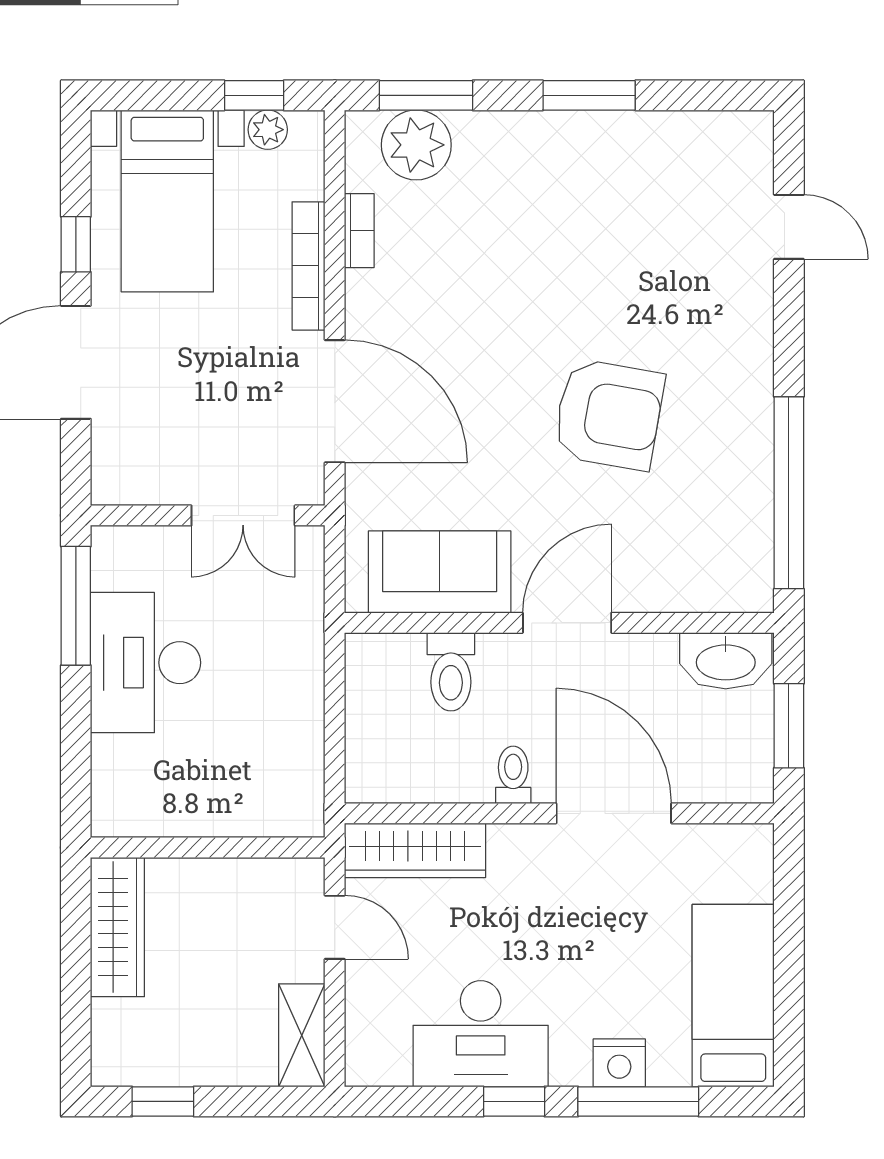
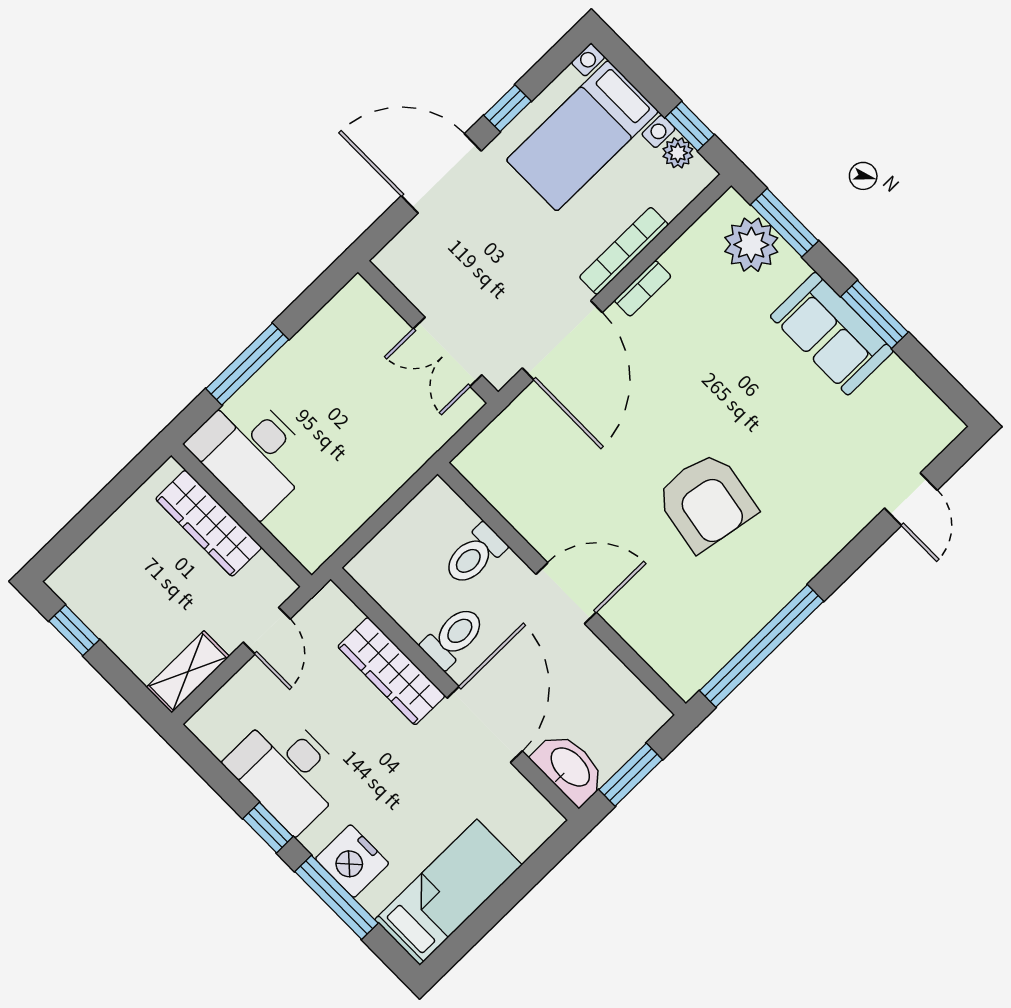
bookcase: (359, 231) -> (643, 288), moved
sofa: (440, 572) -> (832, 334), moved, turned 180
window: (76, 606) -> (247, 364), moved
washbasin: (726, 661) -> (569, 768), moved, turned 180
desk: (146, 663) -> (252, 453), moved, turned -90
toilet: (513, 775) -> (454, 637), width x1.37, depth x1.39
wardrobe: (415, 850) -> (391, 671), moved
wardrobe: (117, 927) -> (209, 523), moved, turned 90
nightstand: (619, 1063) -> (352, 861), width x1.36, depth x1.33

